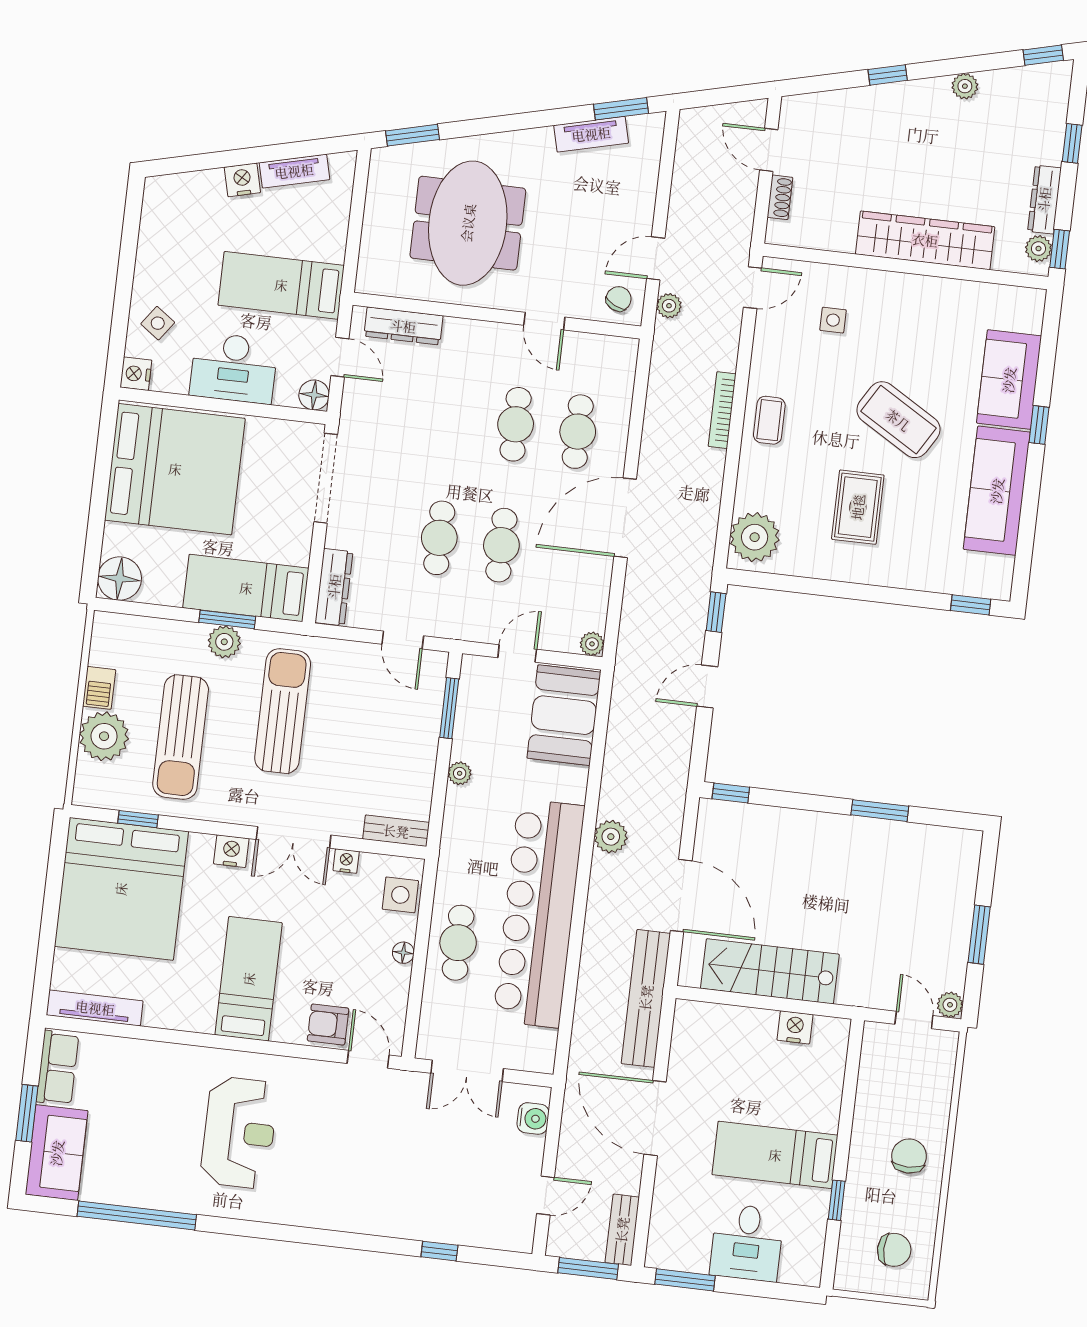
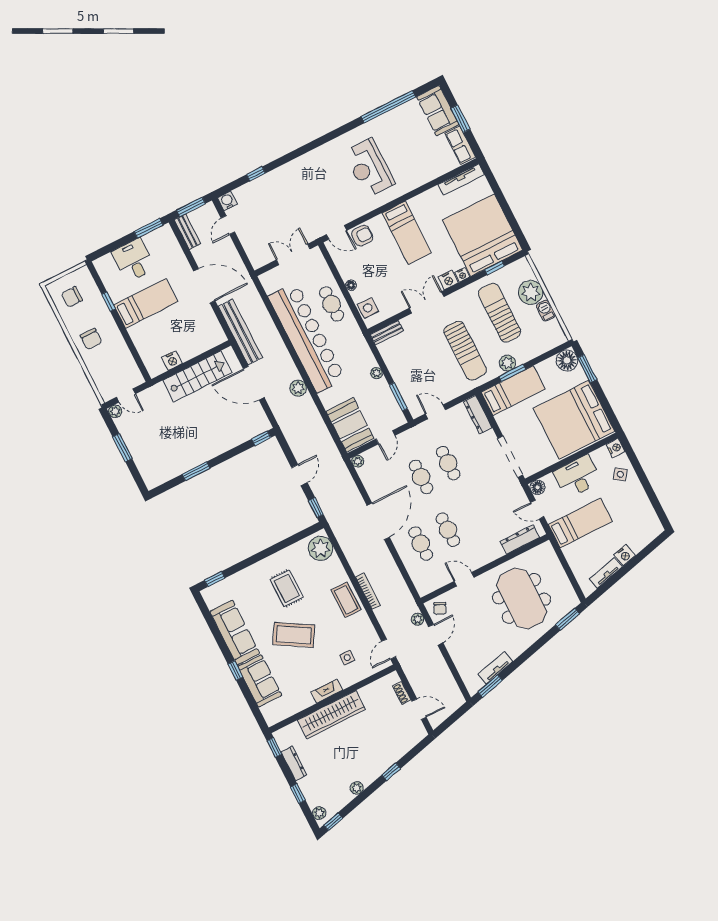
plant: (1038, 249) -> (319, 813), moved
fireplace: (906, 286) -> (327, 691), added
coffee table: (769, 420) -> (346, 600), width x1.36, depth x1.30
window: (94, 541) -> (587, 369), added
nightstand: (346, 861) -> (462, 275), moved
water cooler: (533, 1118) -> (227, 201), moved, turned 90

